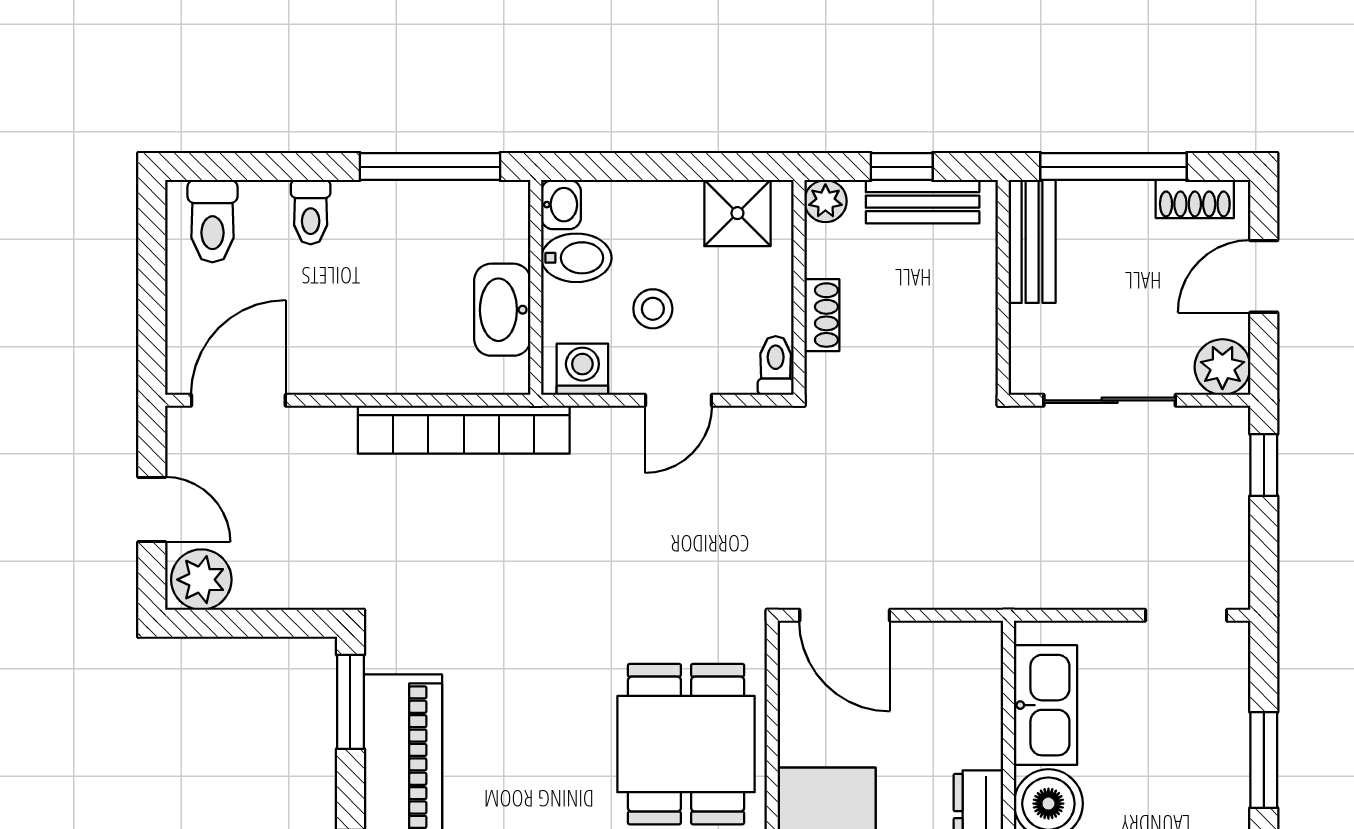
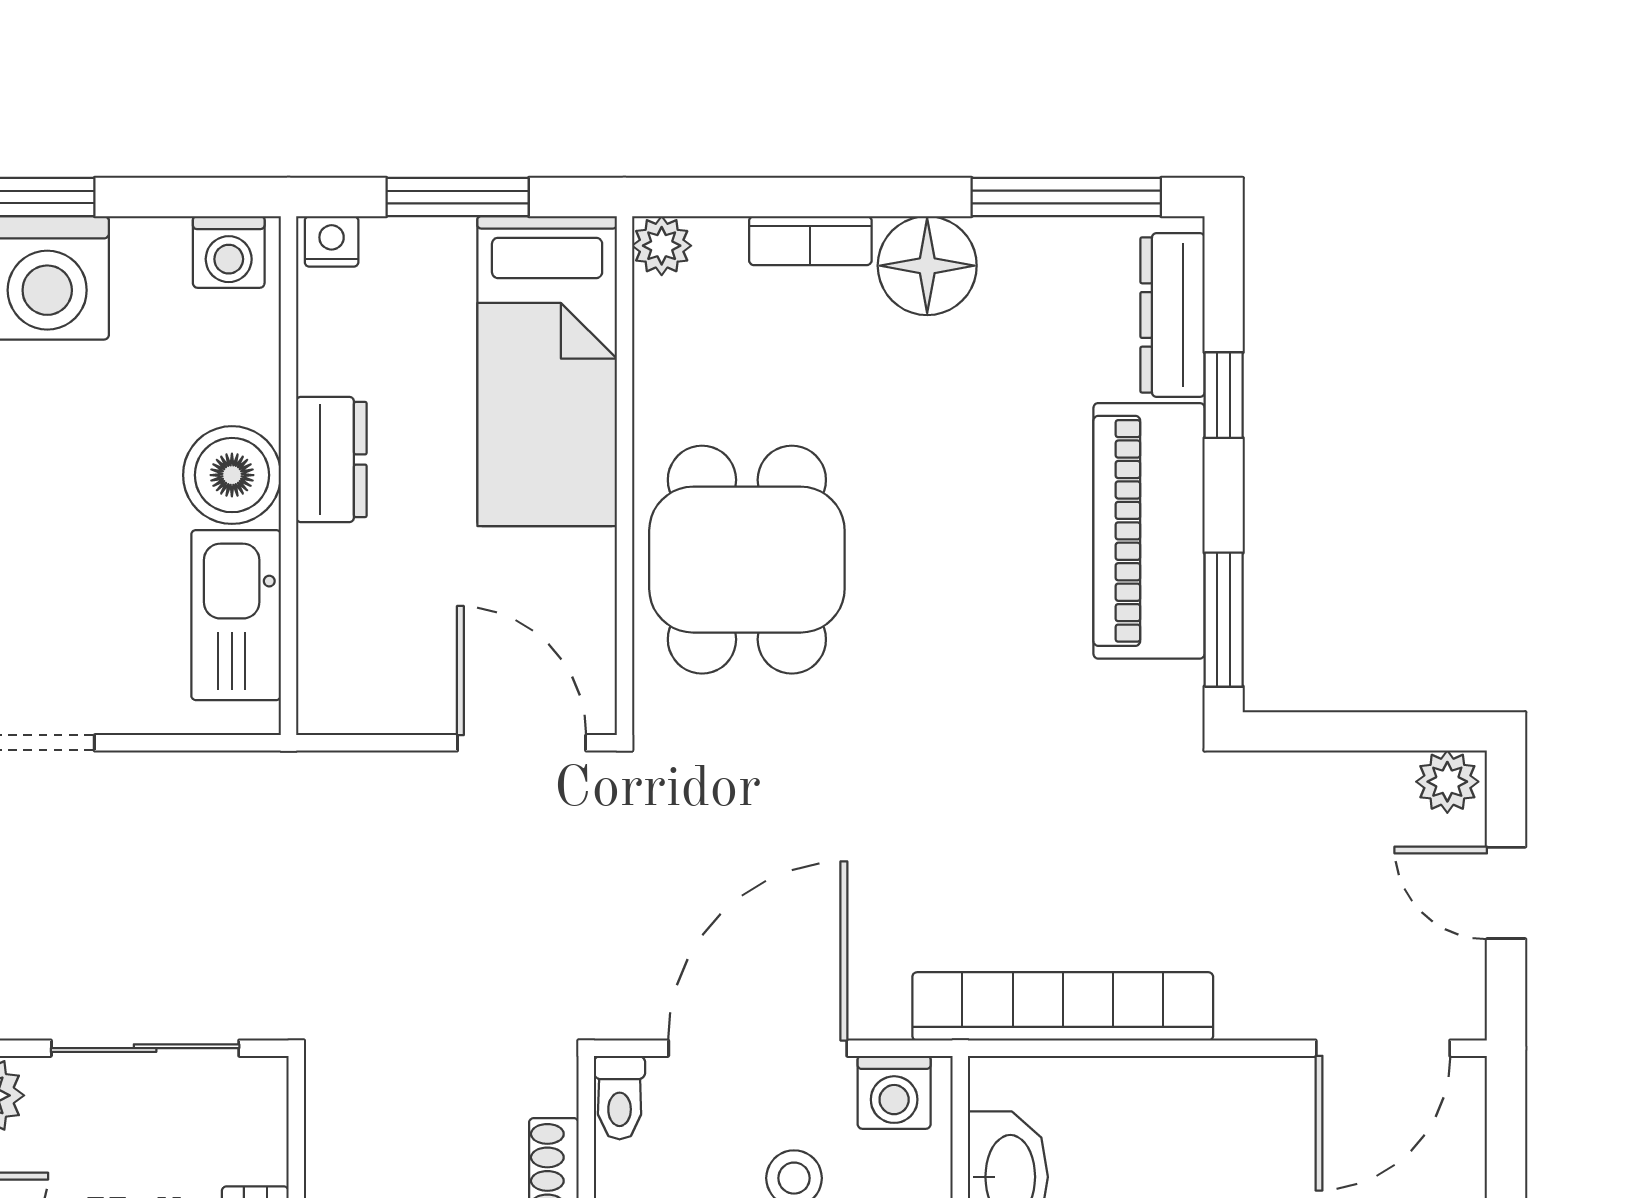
door: (678, 400) -> (758, 1048), width x1.88
plant: (201, 580) -> (1447, 782), width x0.73, depth x0.73

